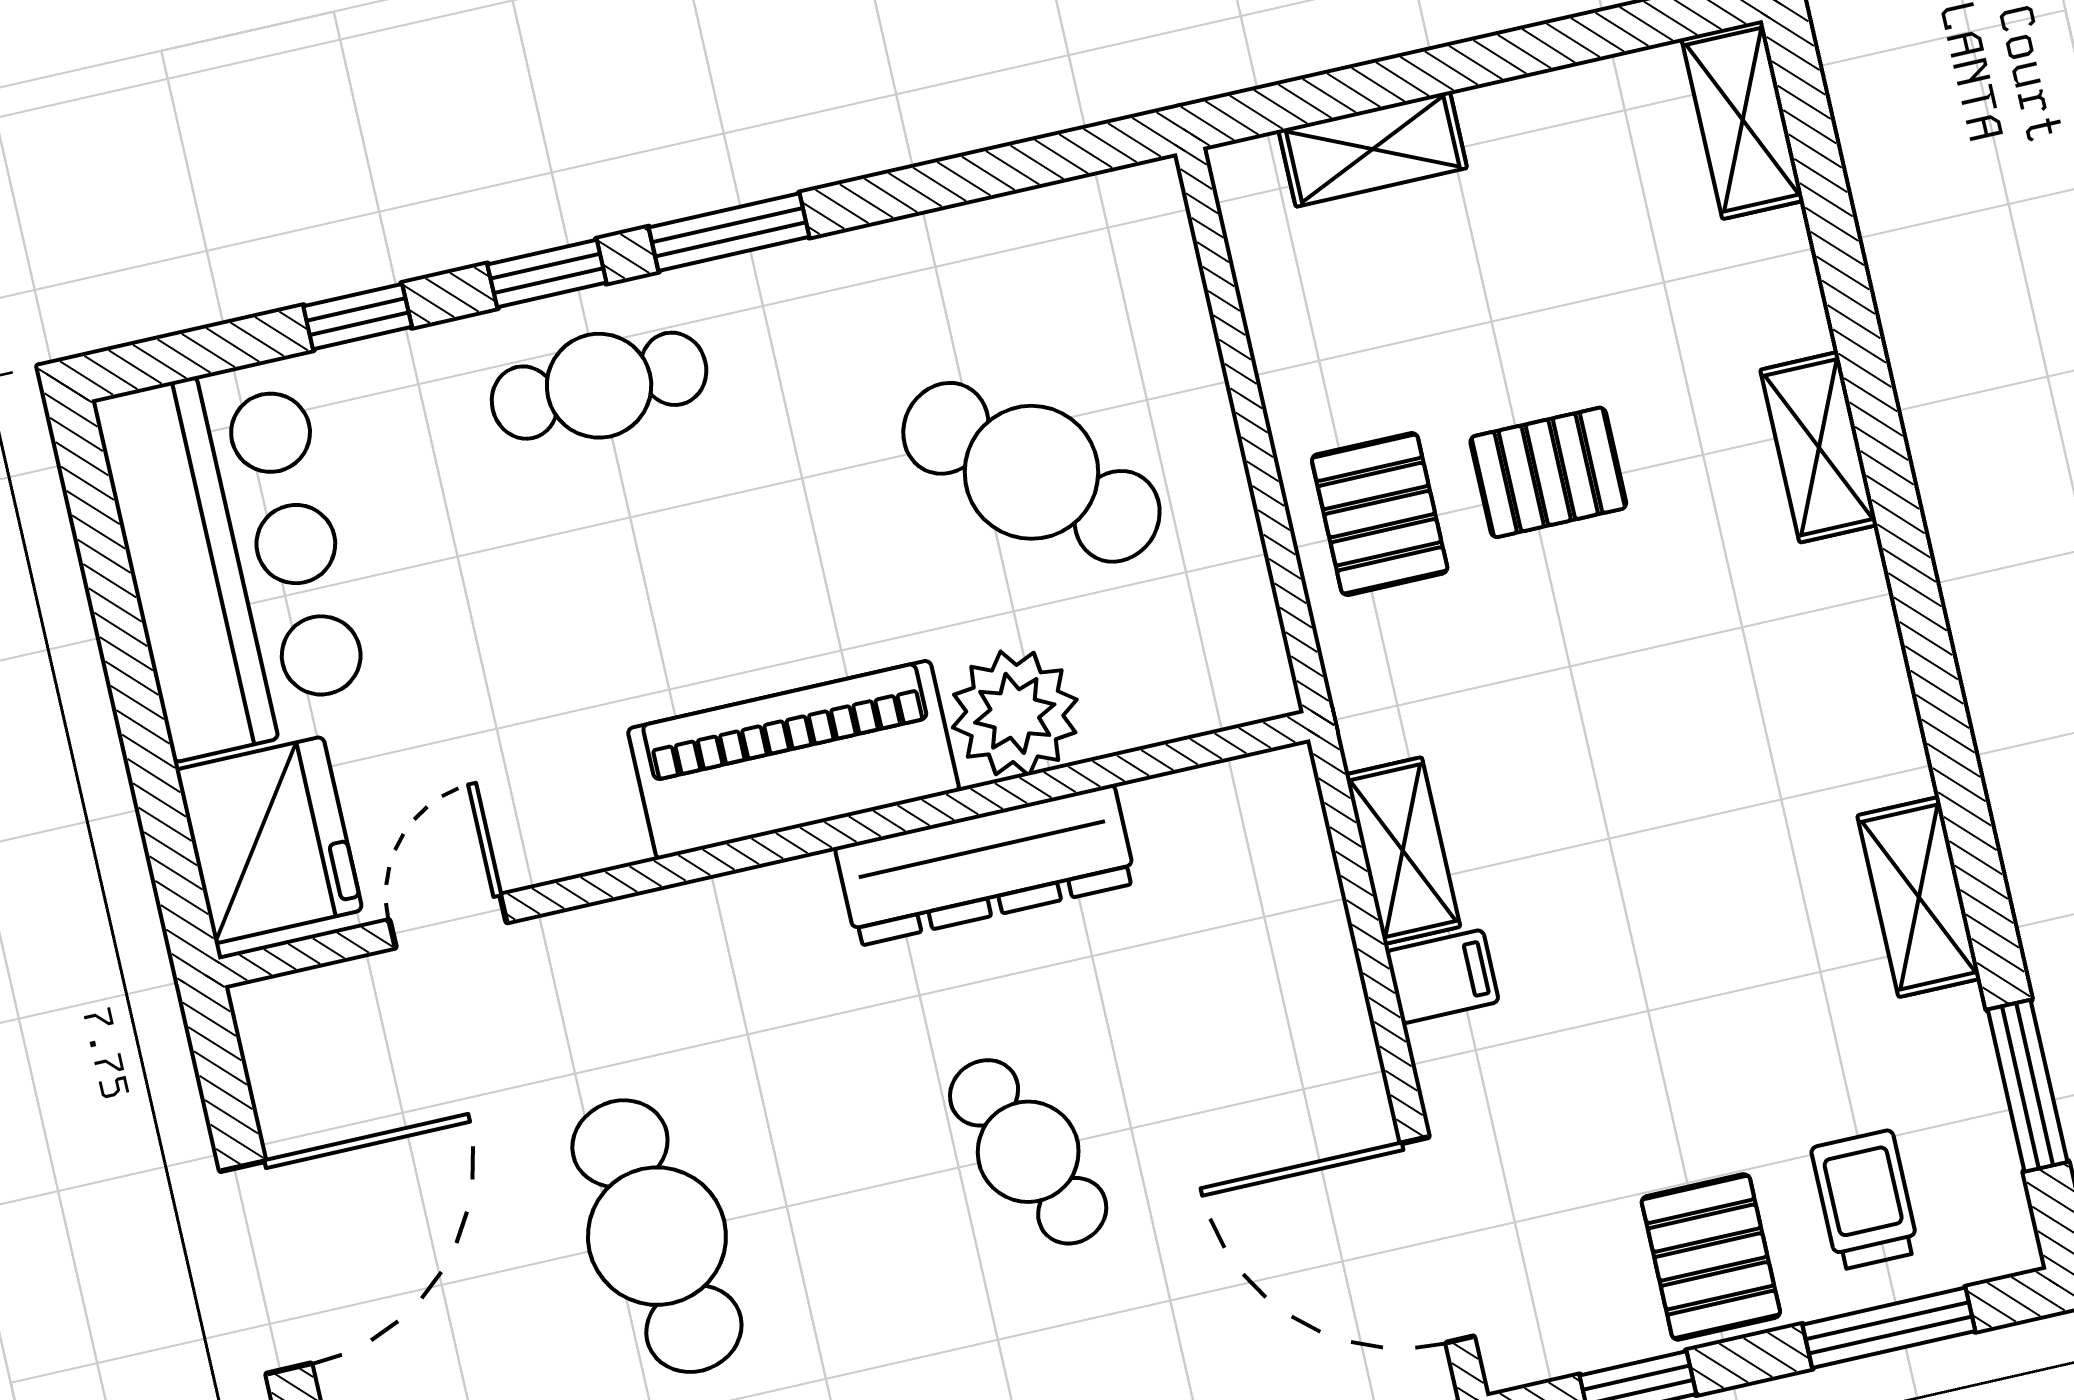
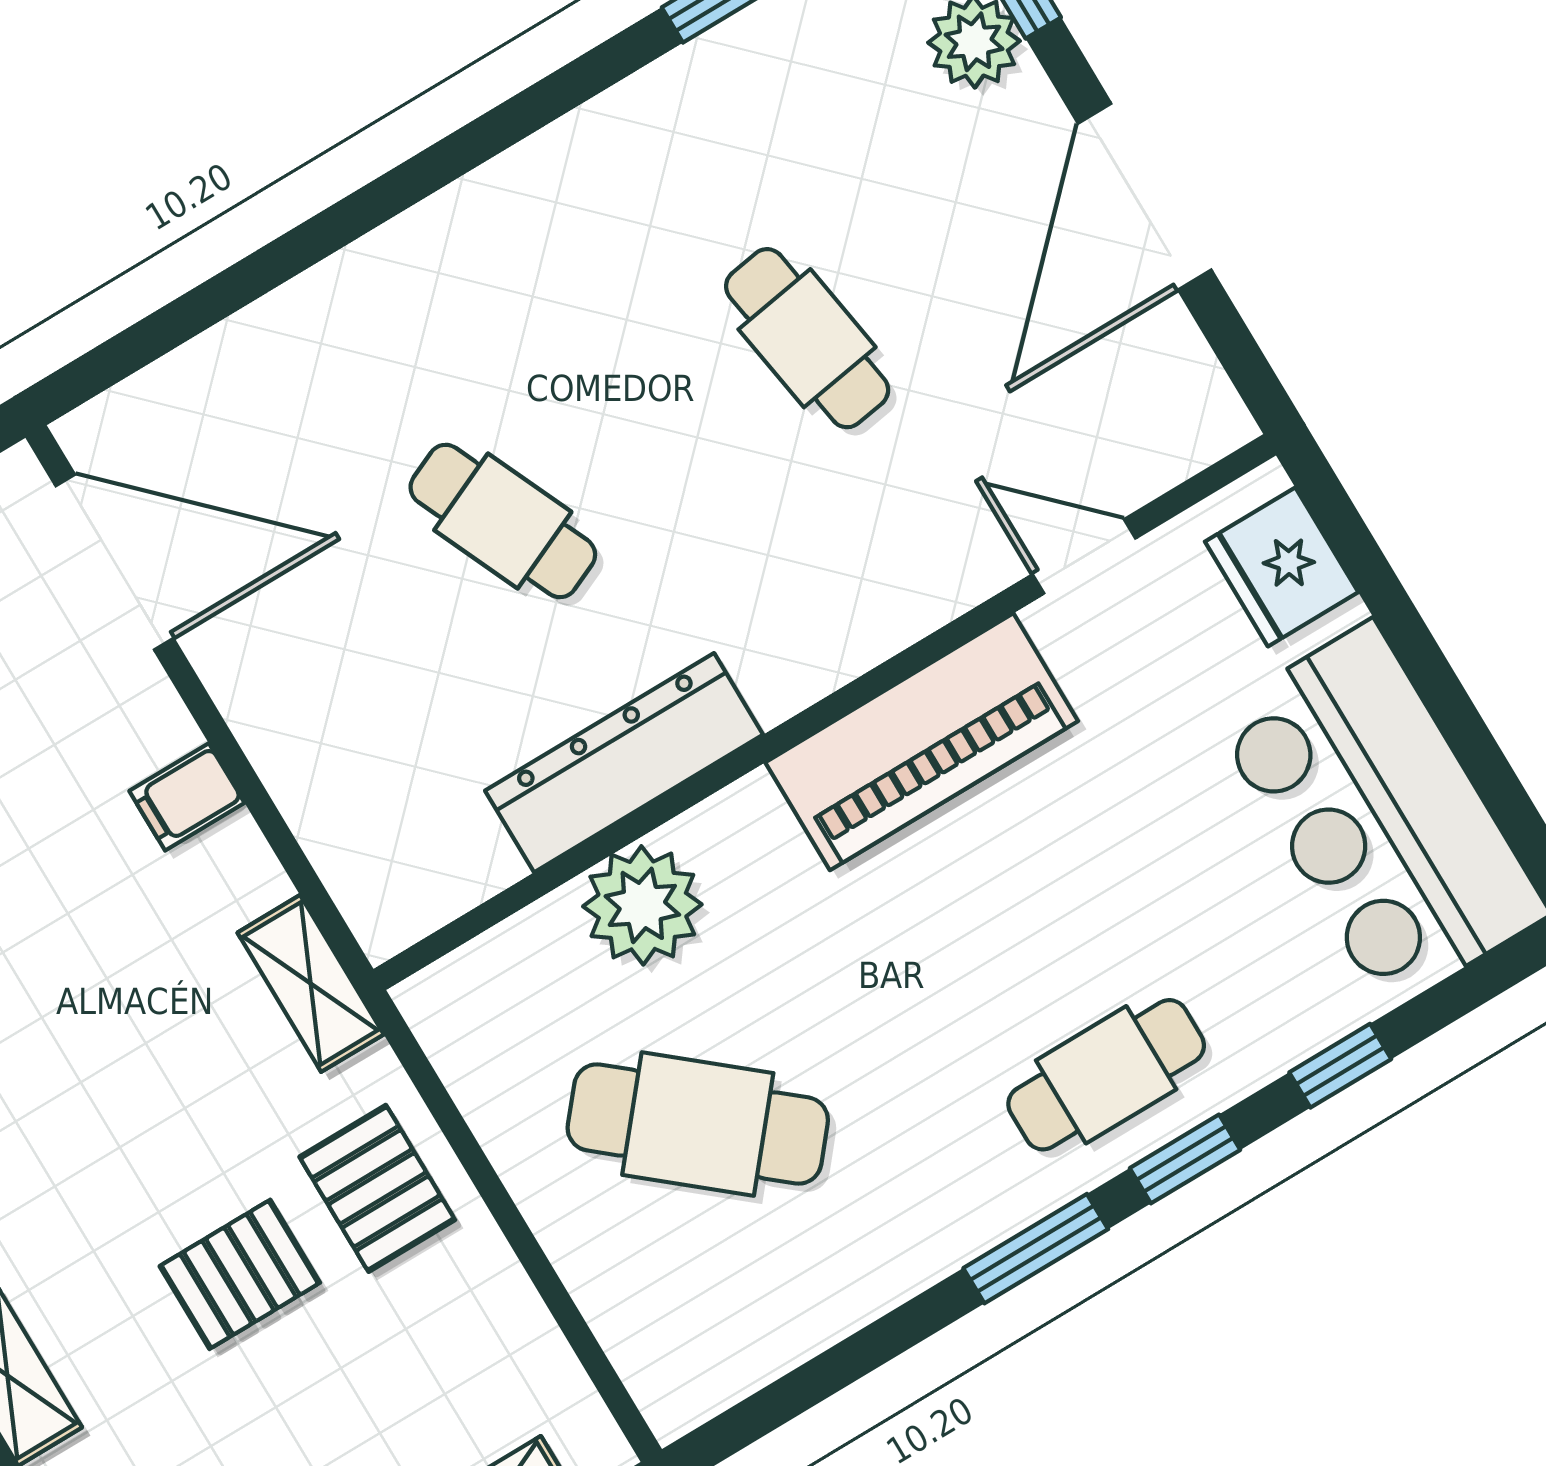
piano: (793, 760) -> (922, 742), moved
fridge: (269, 840) -> (1282, 567), width x0.73, depth x0.75
shelving: (1403, 851) -> (311, 983), moved
door: (448, 921) -> (1084, 556), swing flipped
cafe table: (657, 1236) -> (807, 338), width x0.73, depth x0.74

